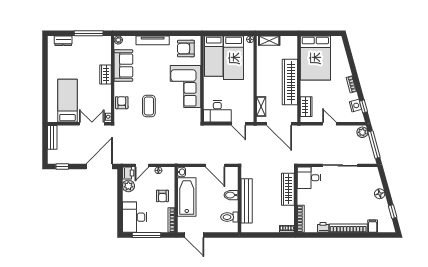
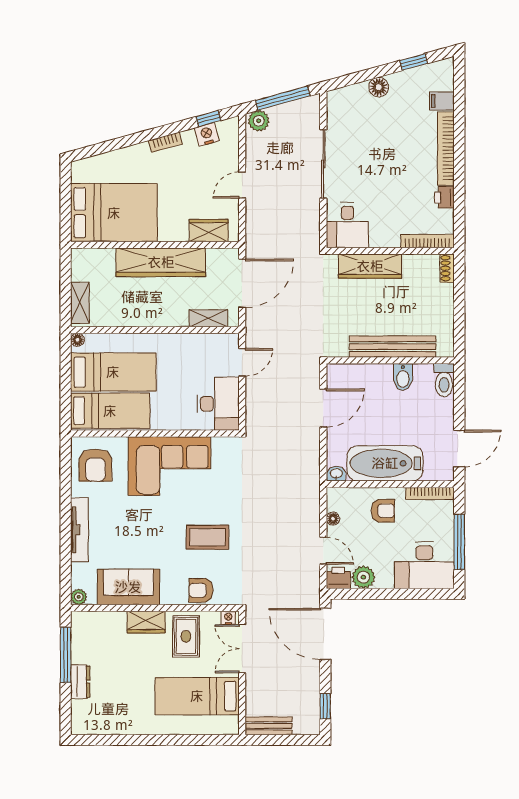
dresser: (63, 41) -> (80, 682), moved
rug: (98, 95) -> (186, 636), added
bidet: (231, 195) -> (403, 377), moved
toilet: (229, 217) -> (444, 380), moved

